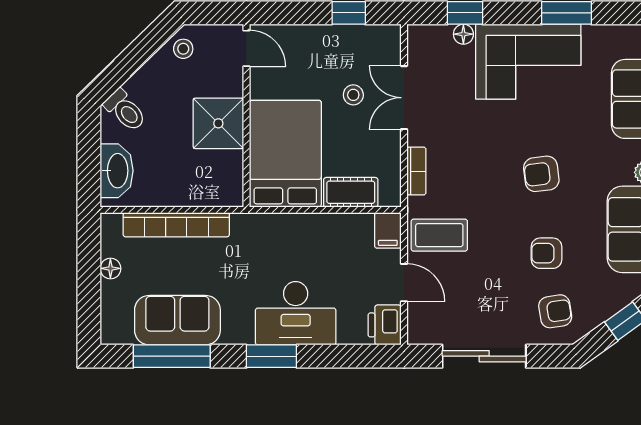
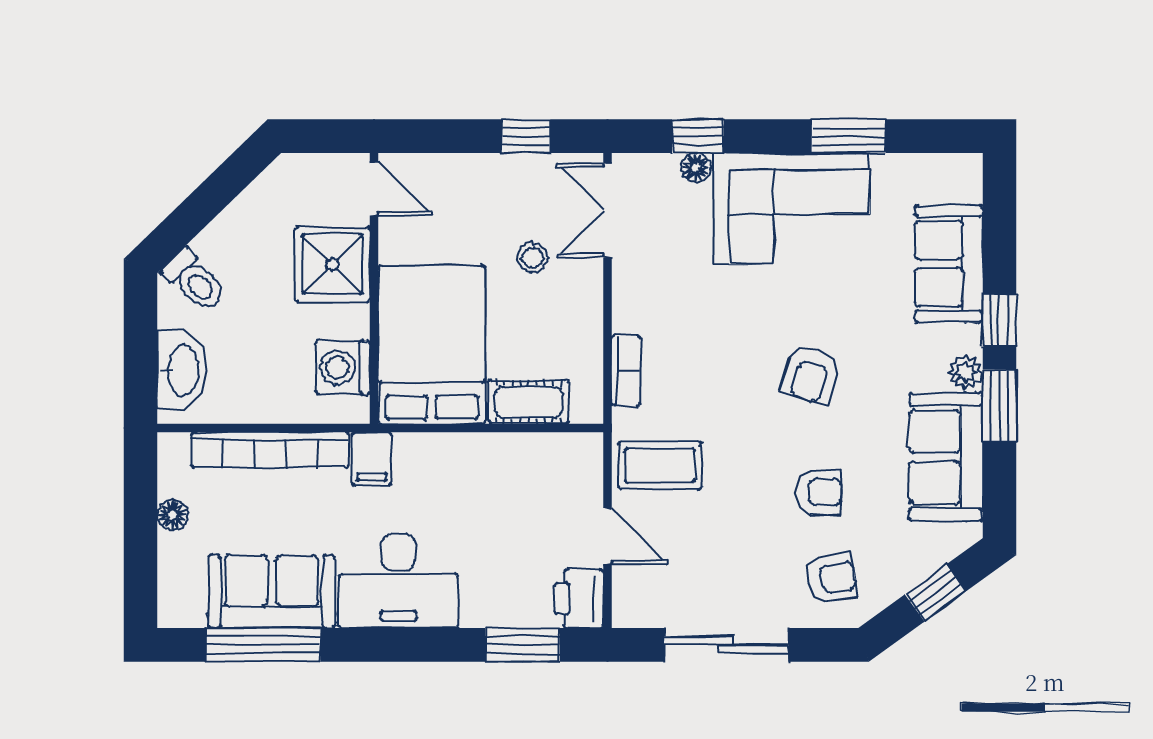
stool: (183, 49) -> (280, 189), removed
double door: (404, 98) -> (608, 211), moved
shower: (218, 123) -> (332, 264), moved
washing machine: (225, 169) -> (343, 368), added
armchair: (541, 174) -> (811, 375), turned -66
filing cabinet: (388, 230) -> (372, 459), moved
armchair: (547, 253) -> (819, 492), turned 180
desk: (296, 313) -> (398, 581), moved
window: (271, 356) -> (523, 645), moved

